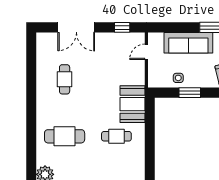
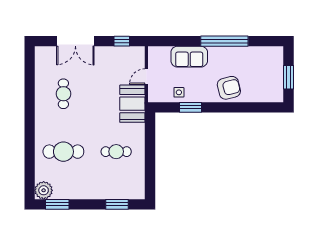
sofa: (188, 43) -> (189, 57), width x0.73
door: (146, 52) -> (146, 77), moved
booth: (132, 104) -> (132, 104), moved

